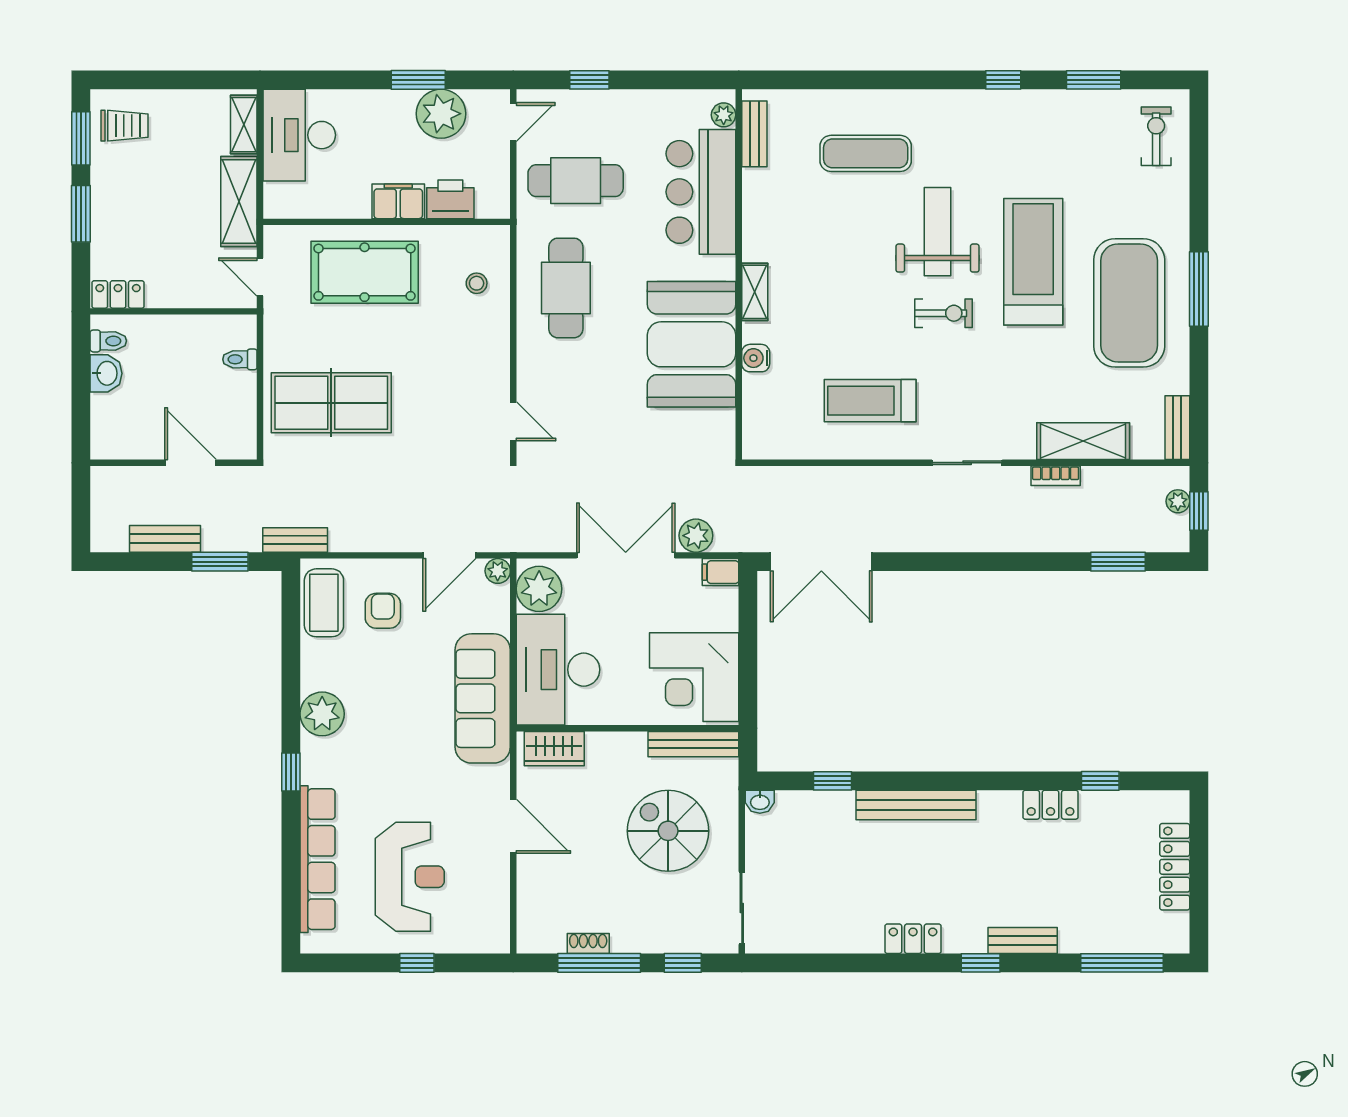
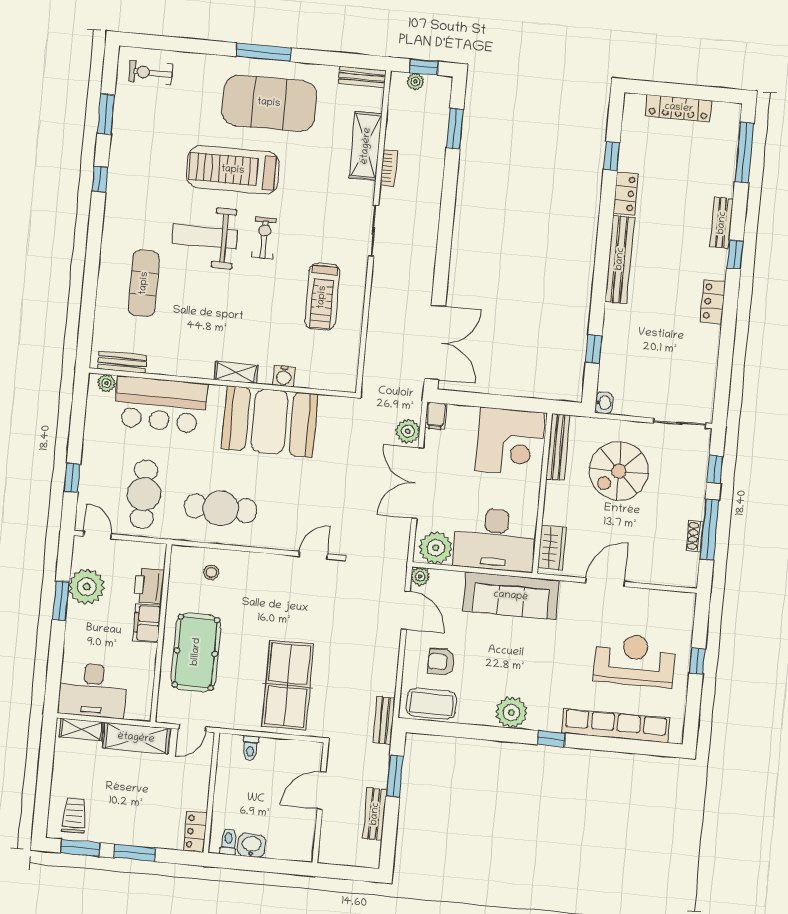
bench: (916, 805) -> (620, 259), moved

